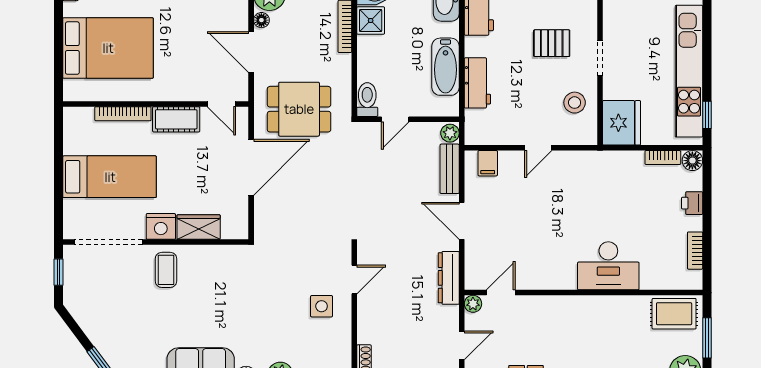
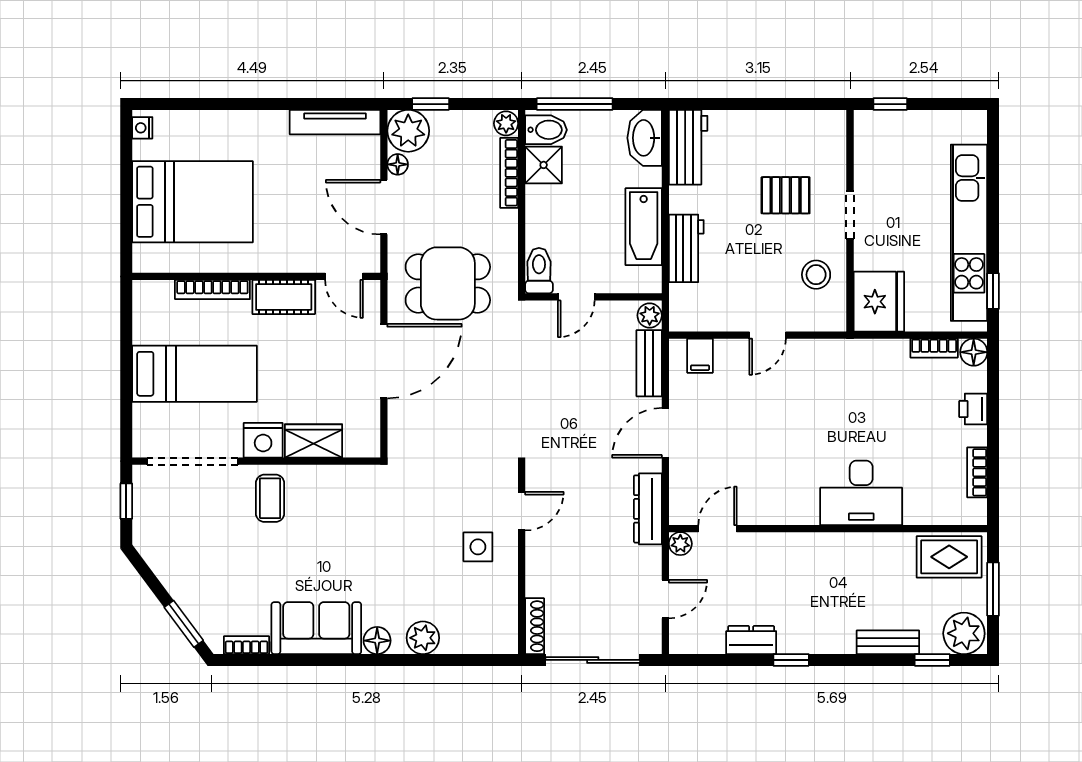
door: (462, 221) -> (665, 433), hinge flipped

